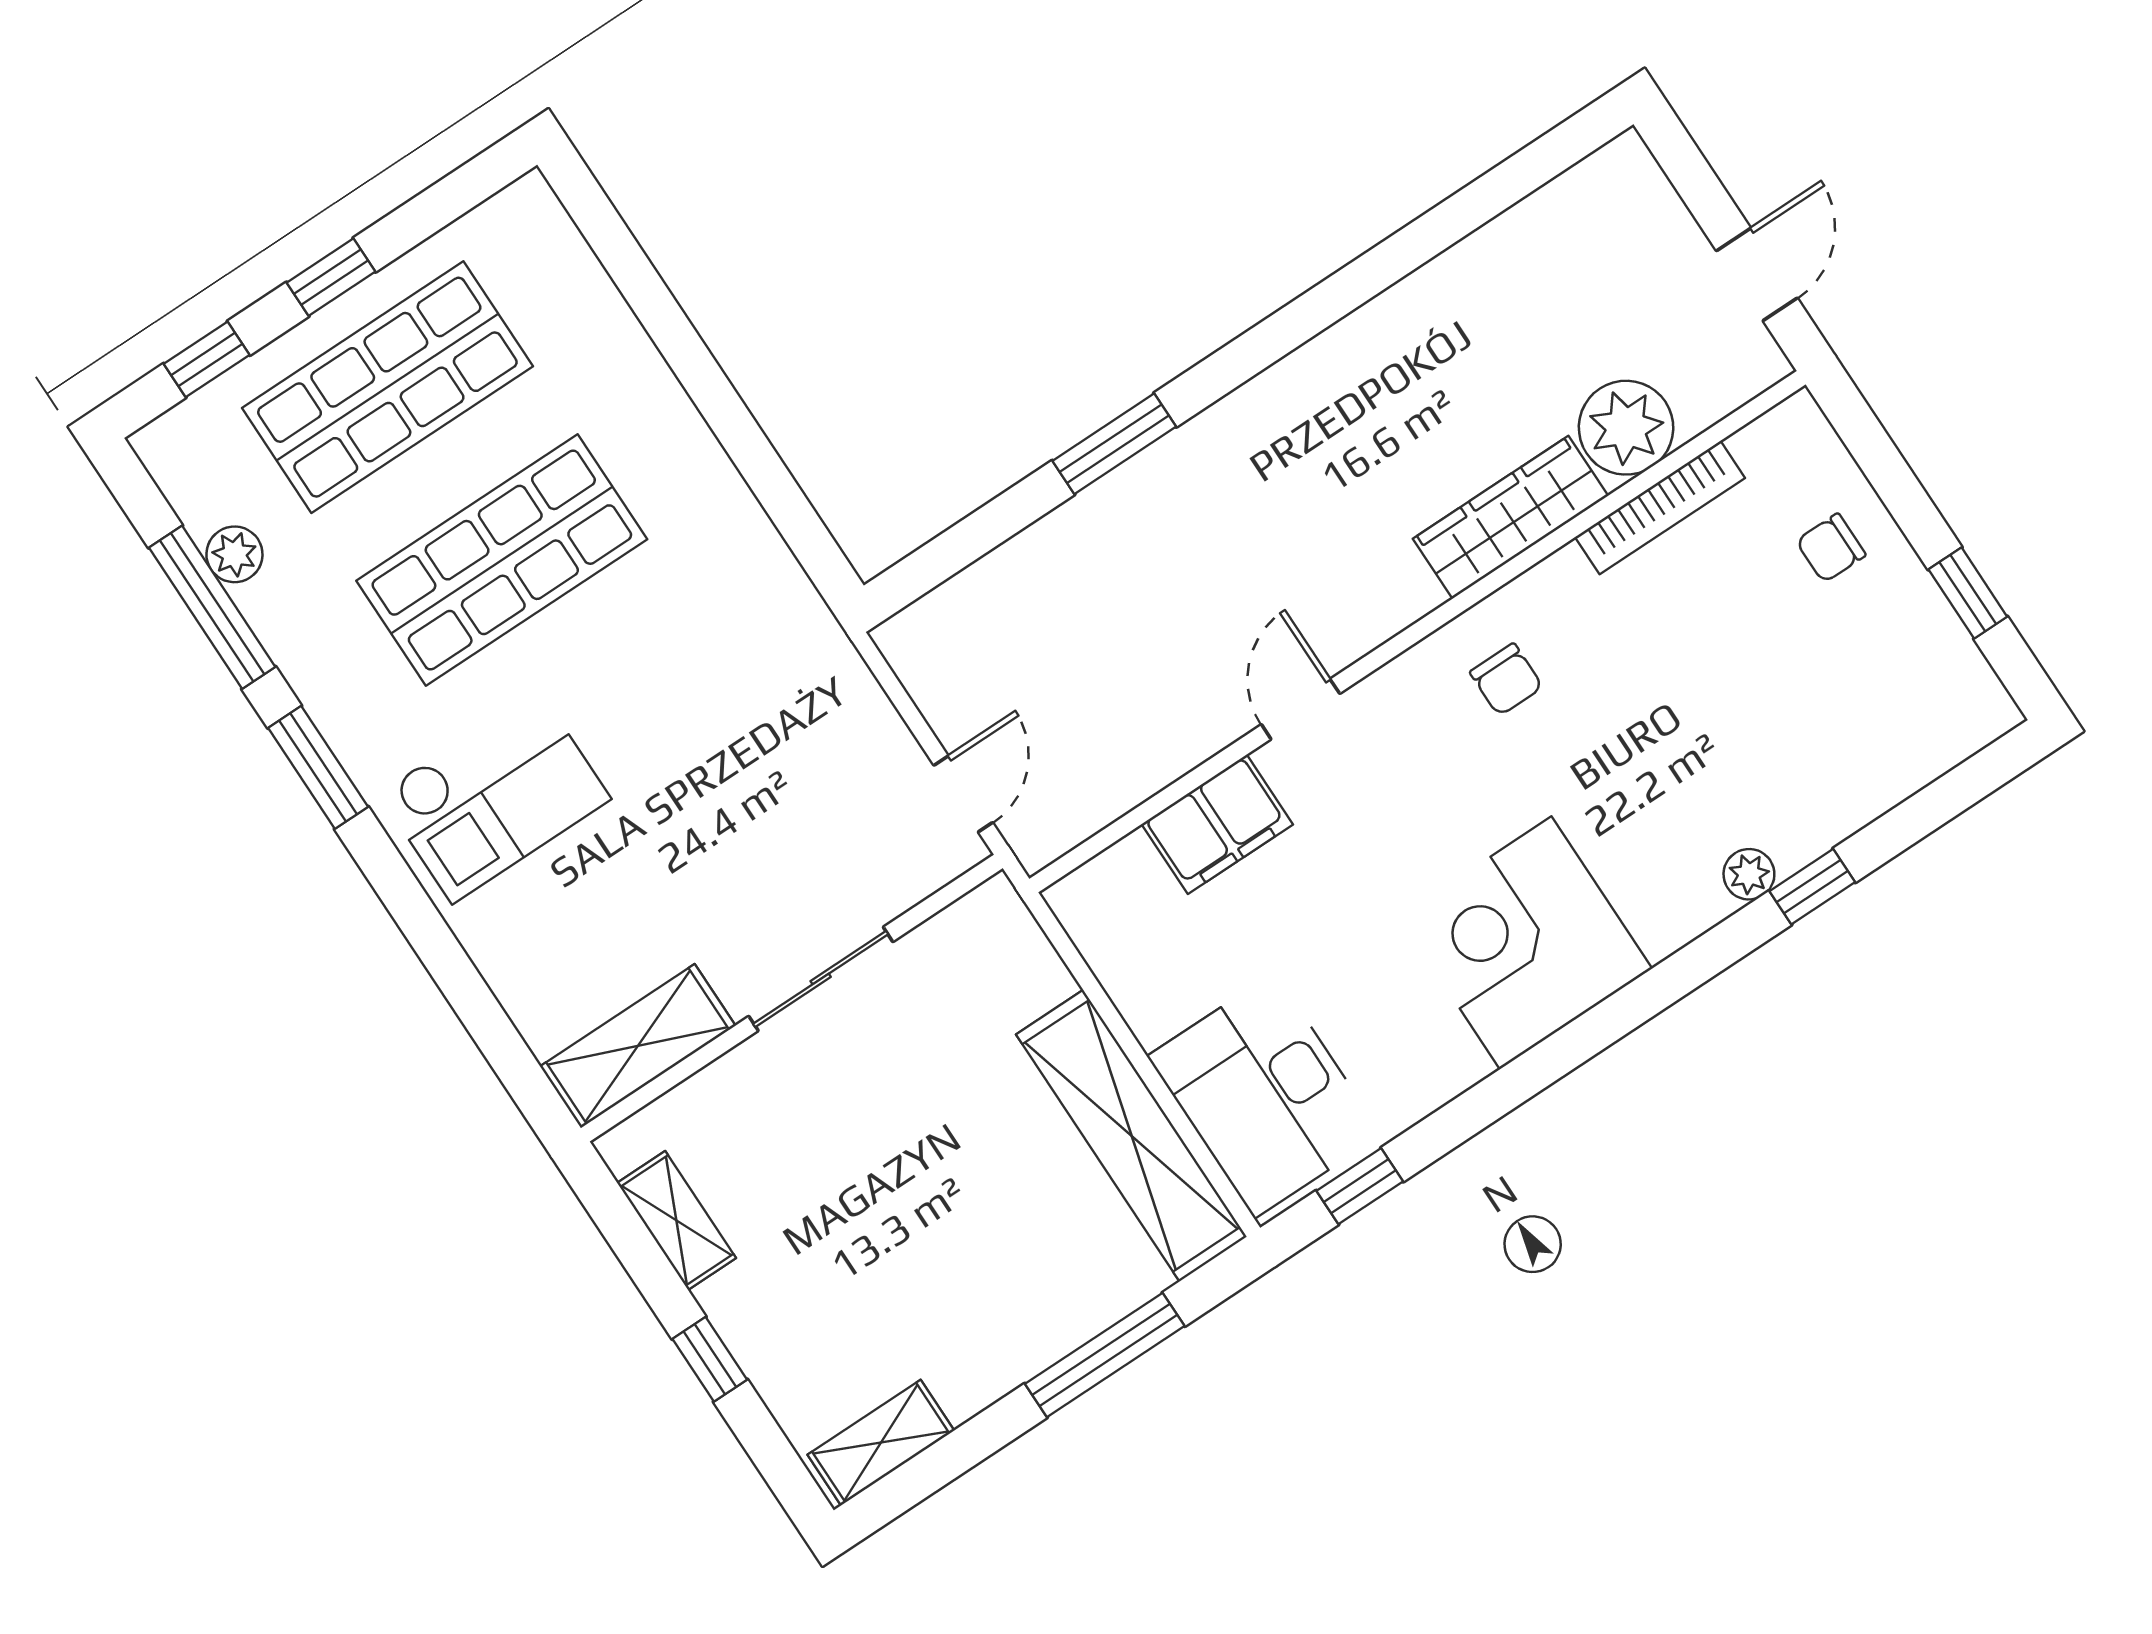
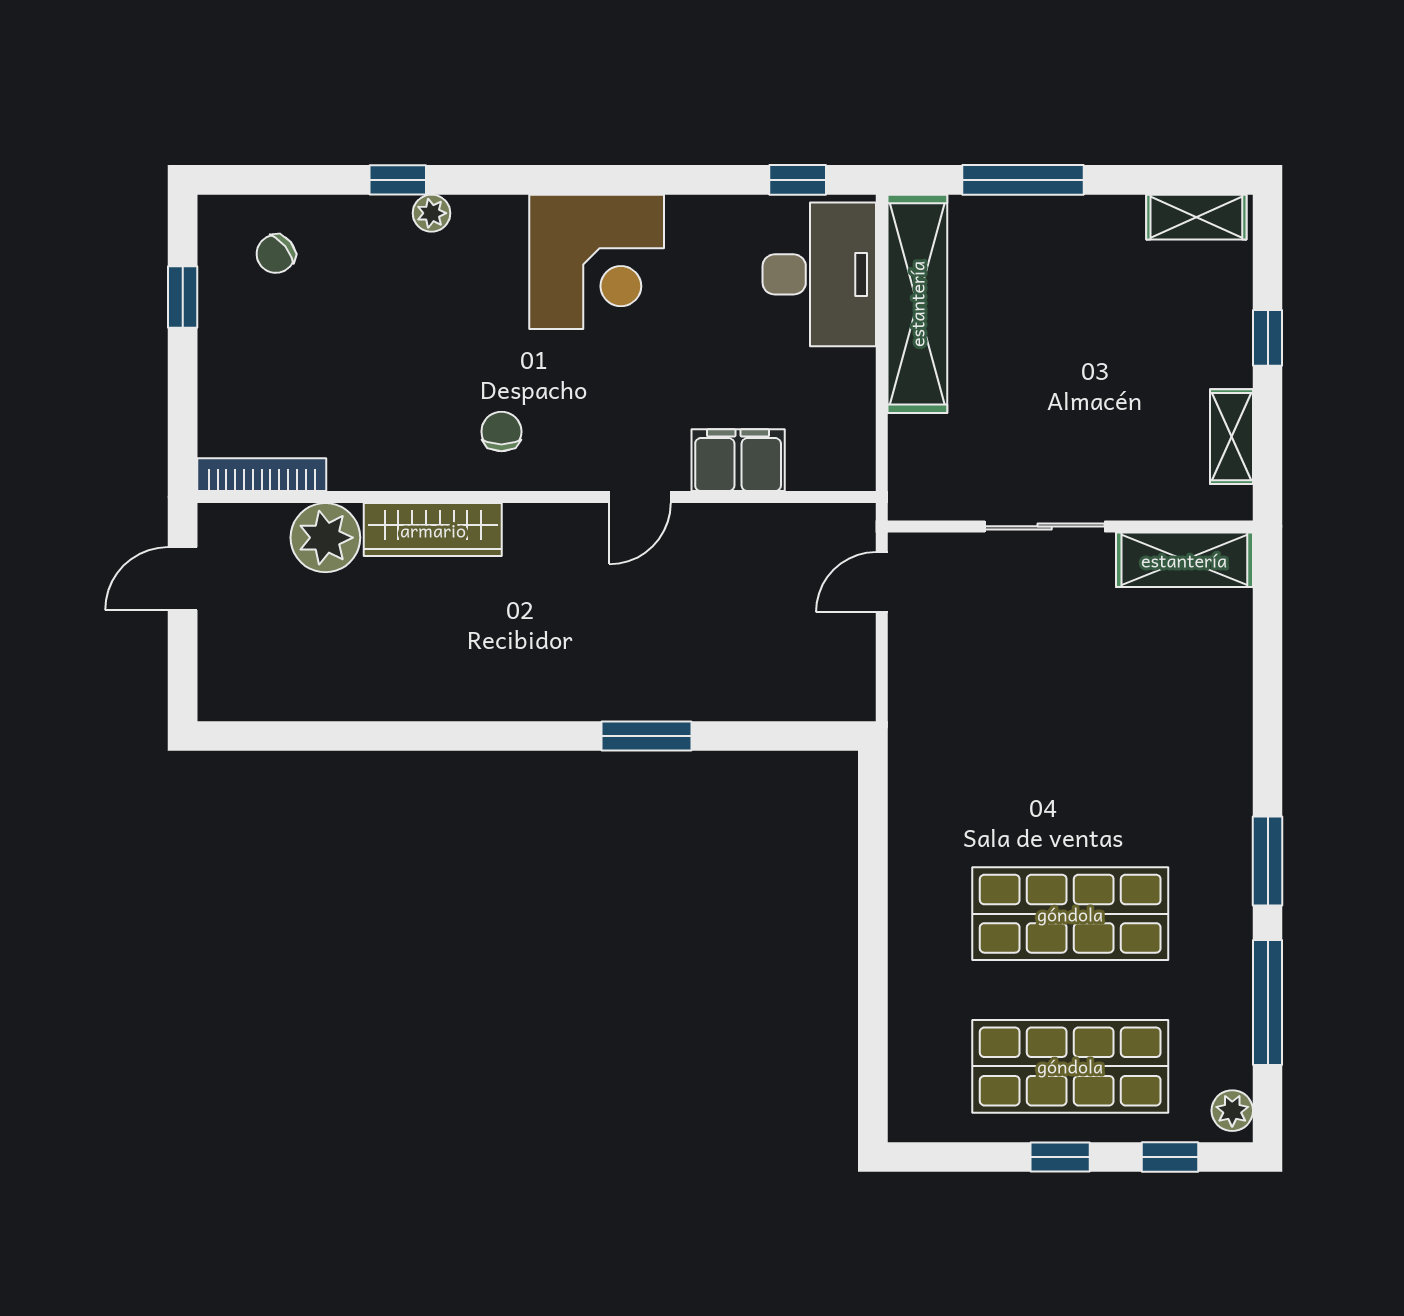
bookcase: (1660, 508) -> (262, 475), moved
chair: (1831, 548) -> (276, 254), moved, turned 141
plant: (234, 554) -> (1232, 1111), moved
checkout: (495, 796) -> (1171, 772), removed

